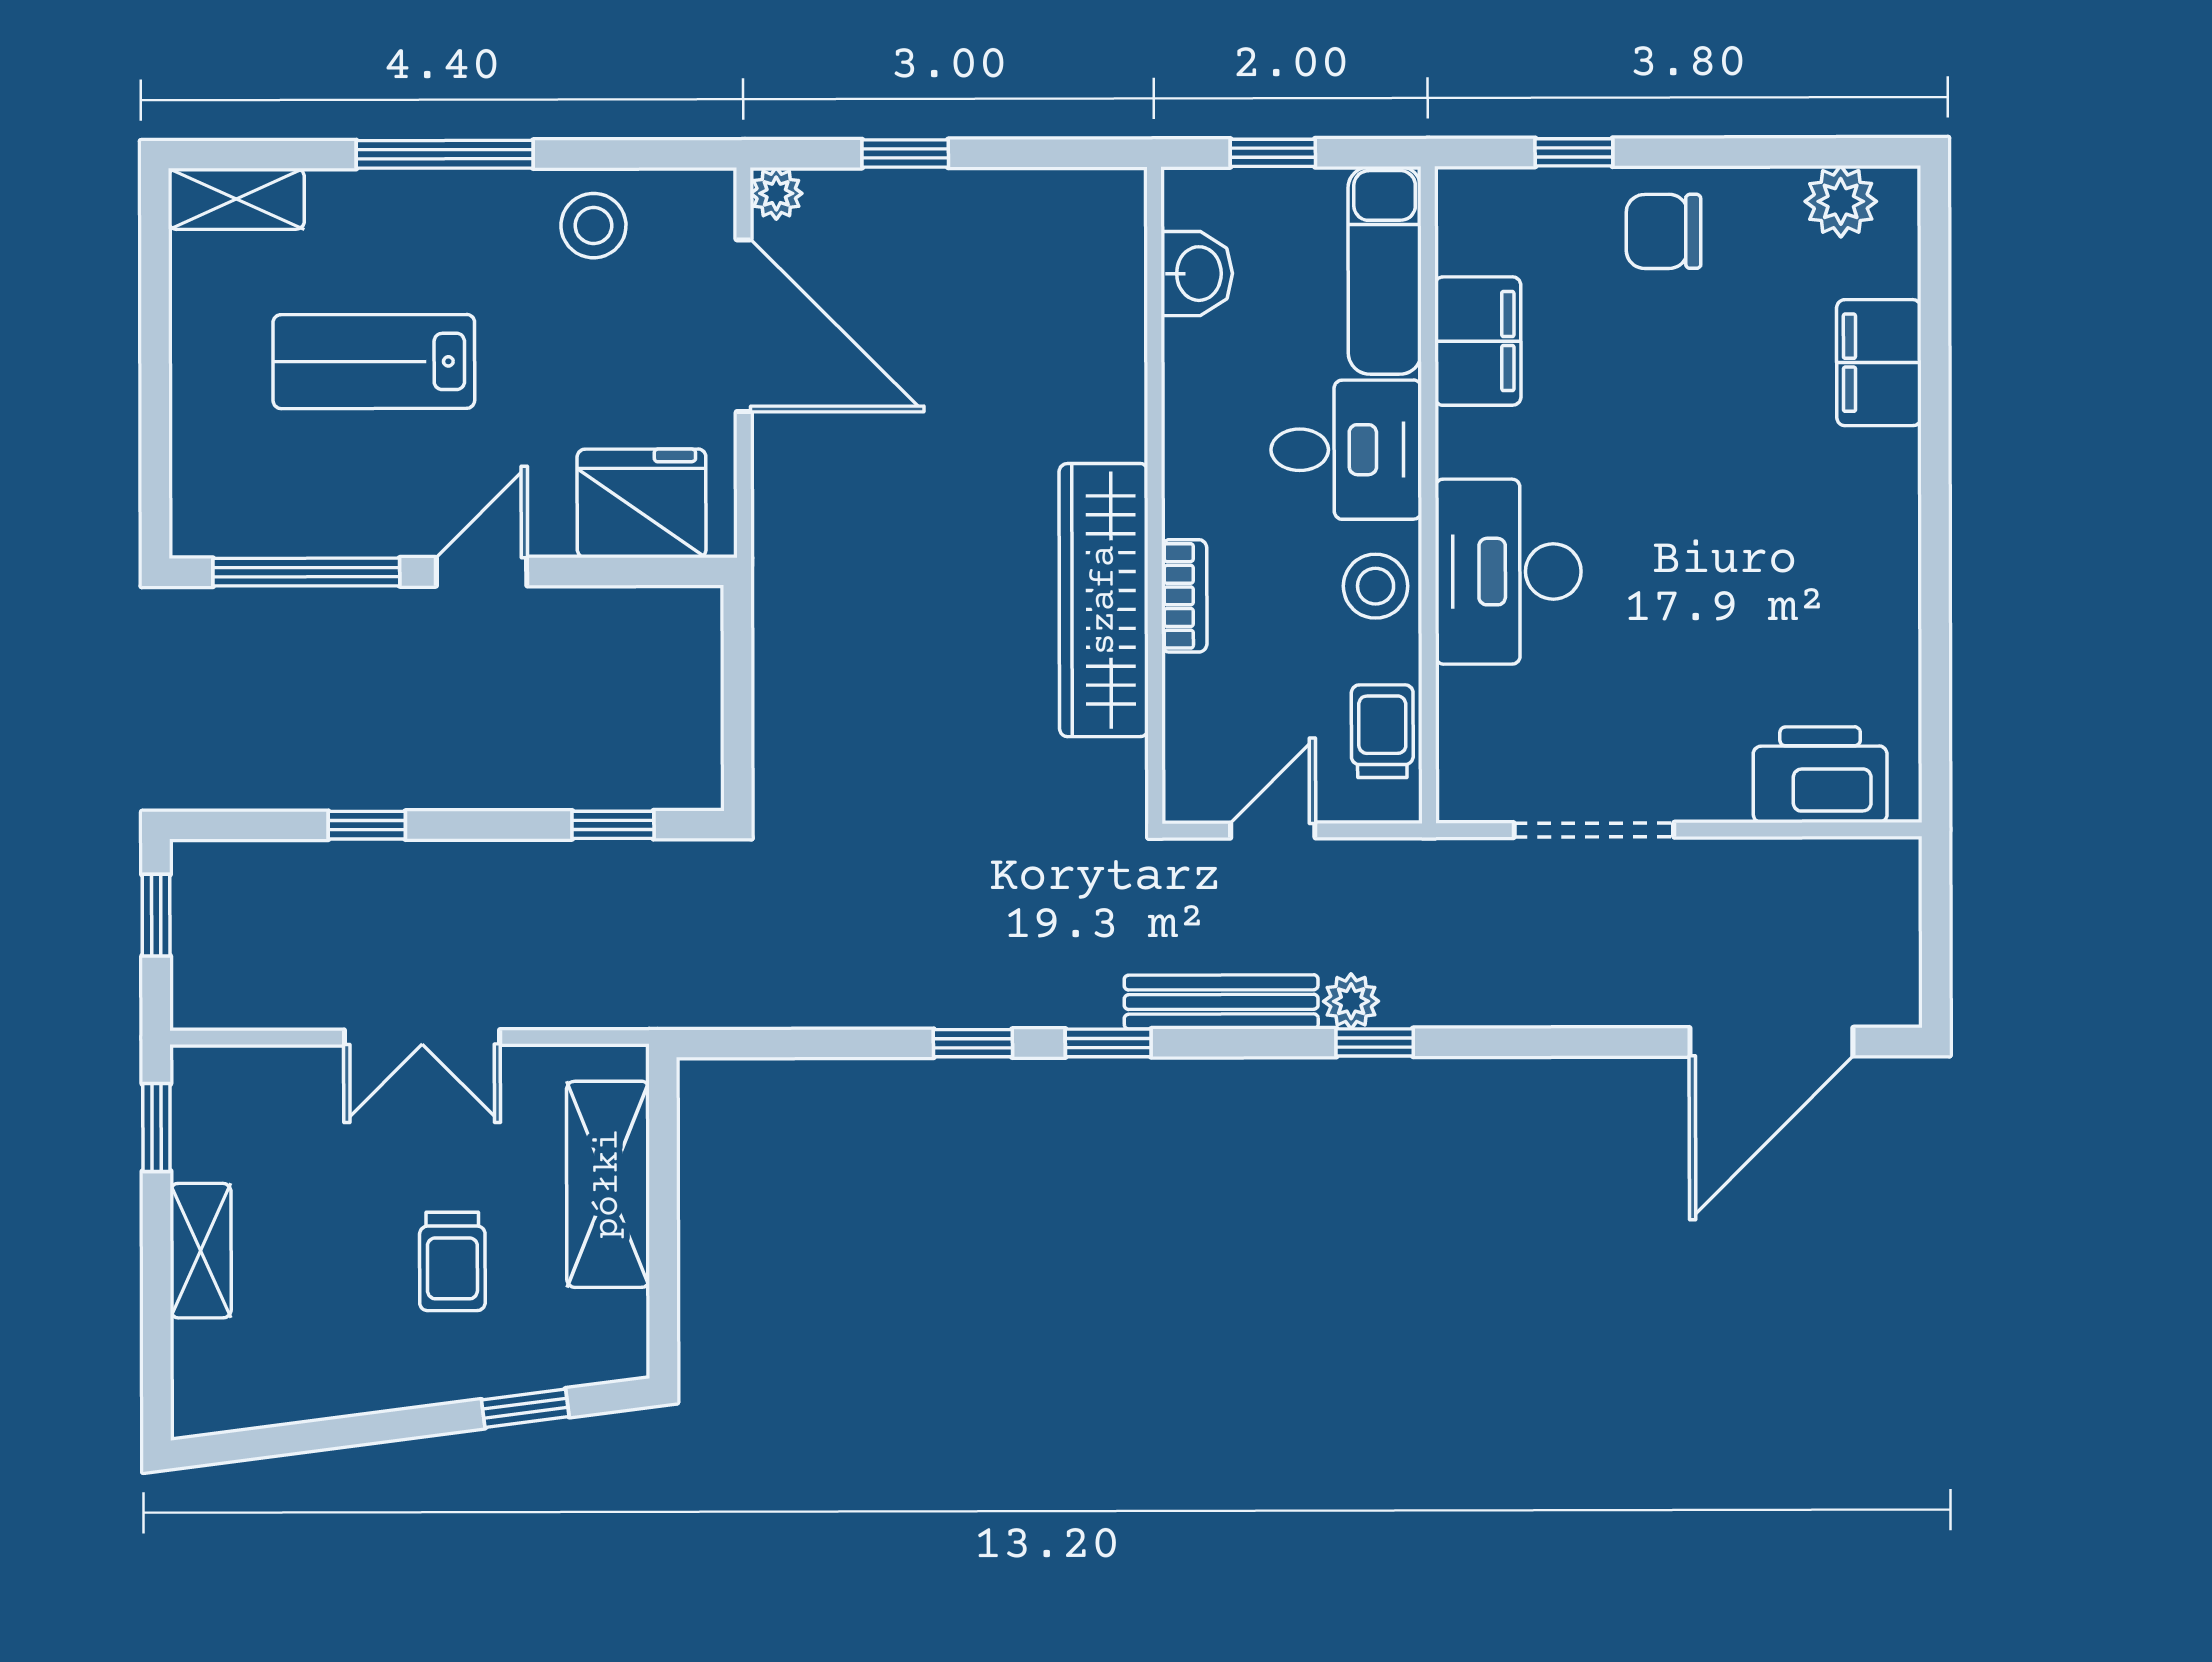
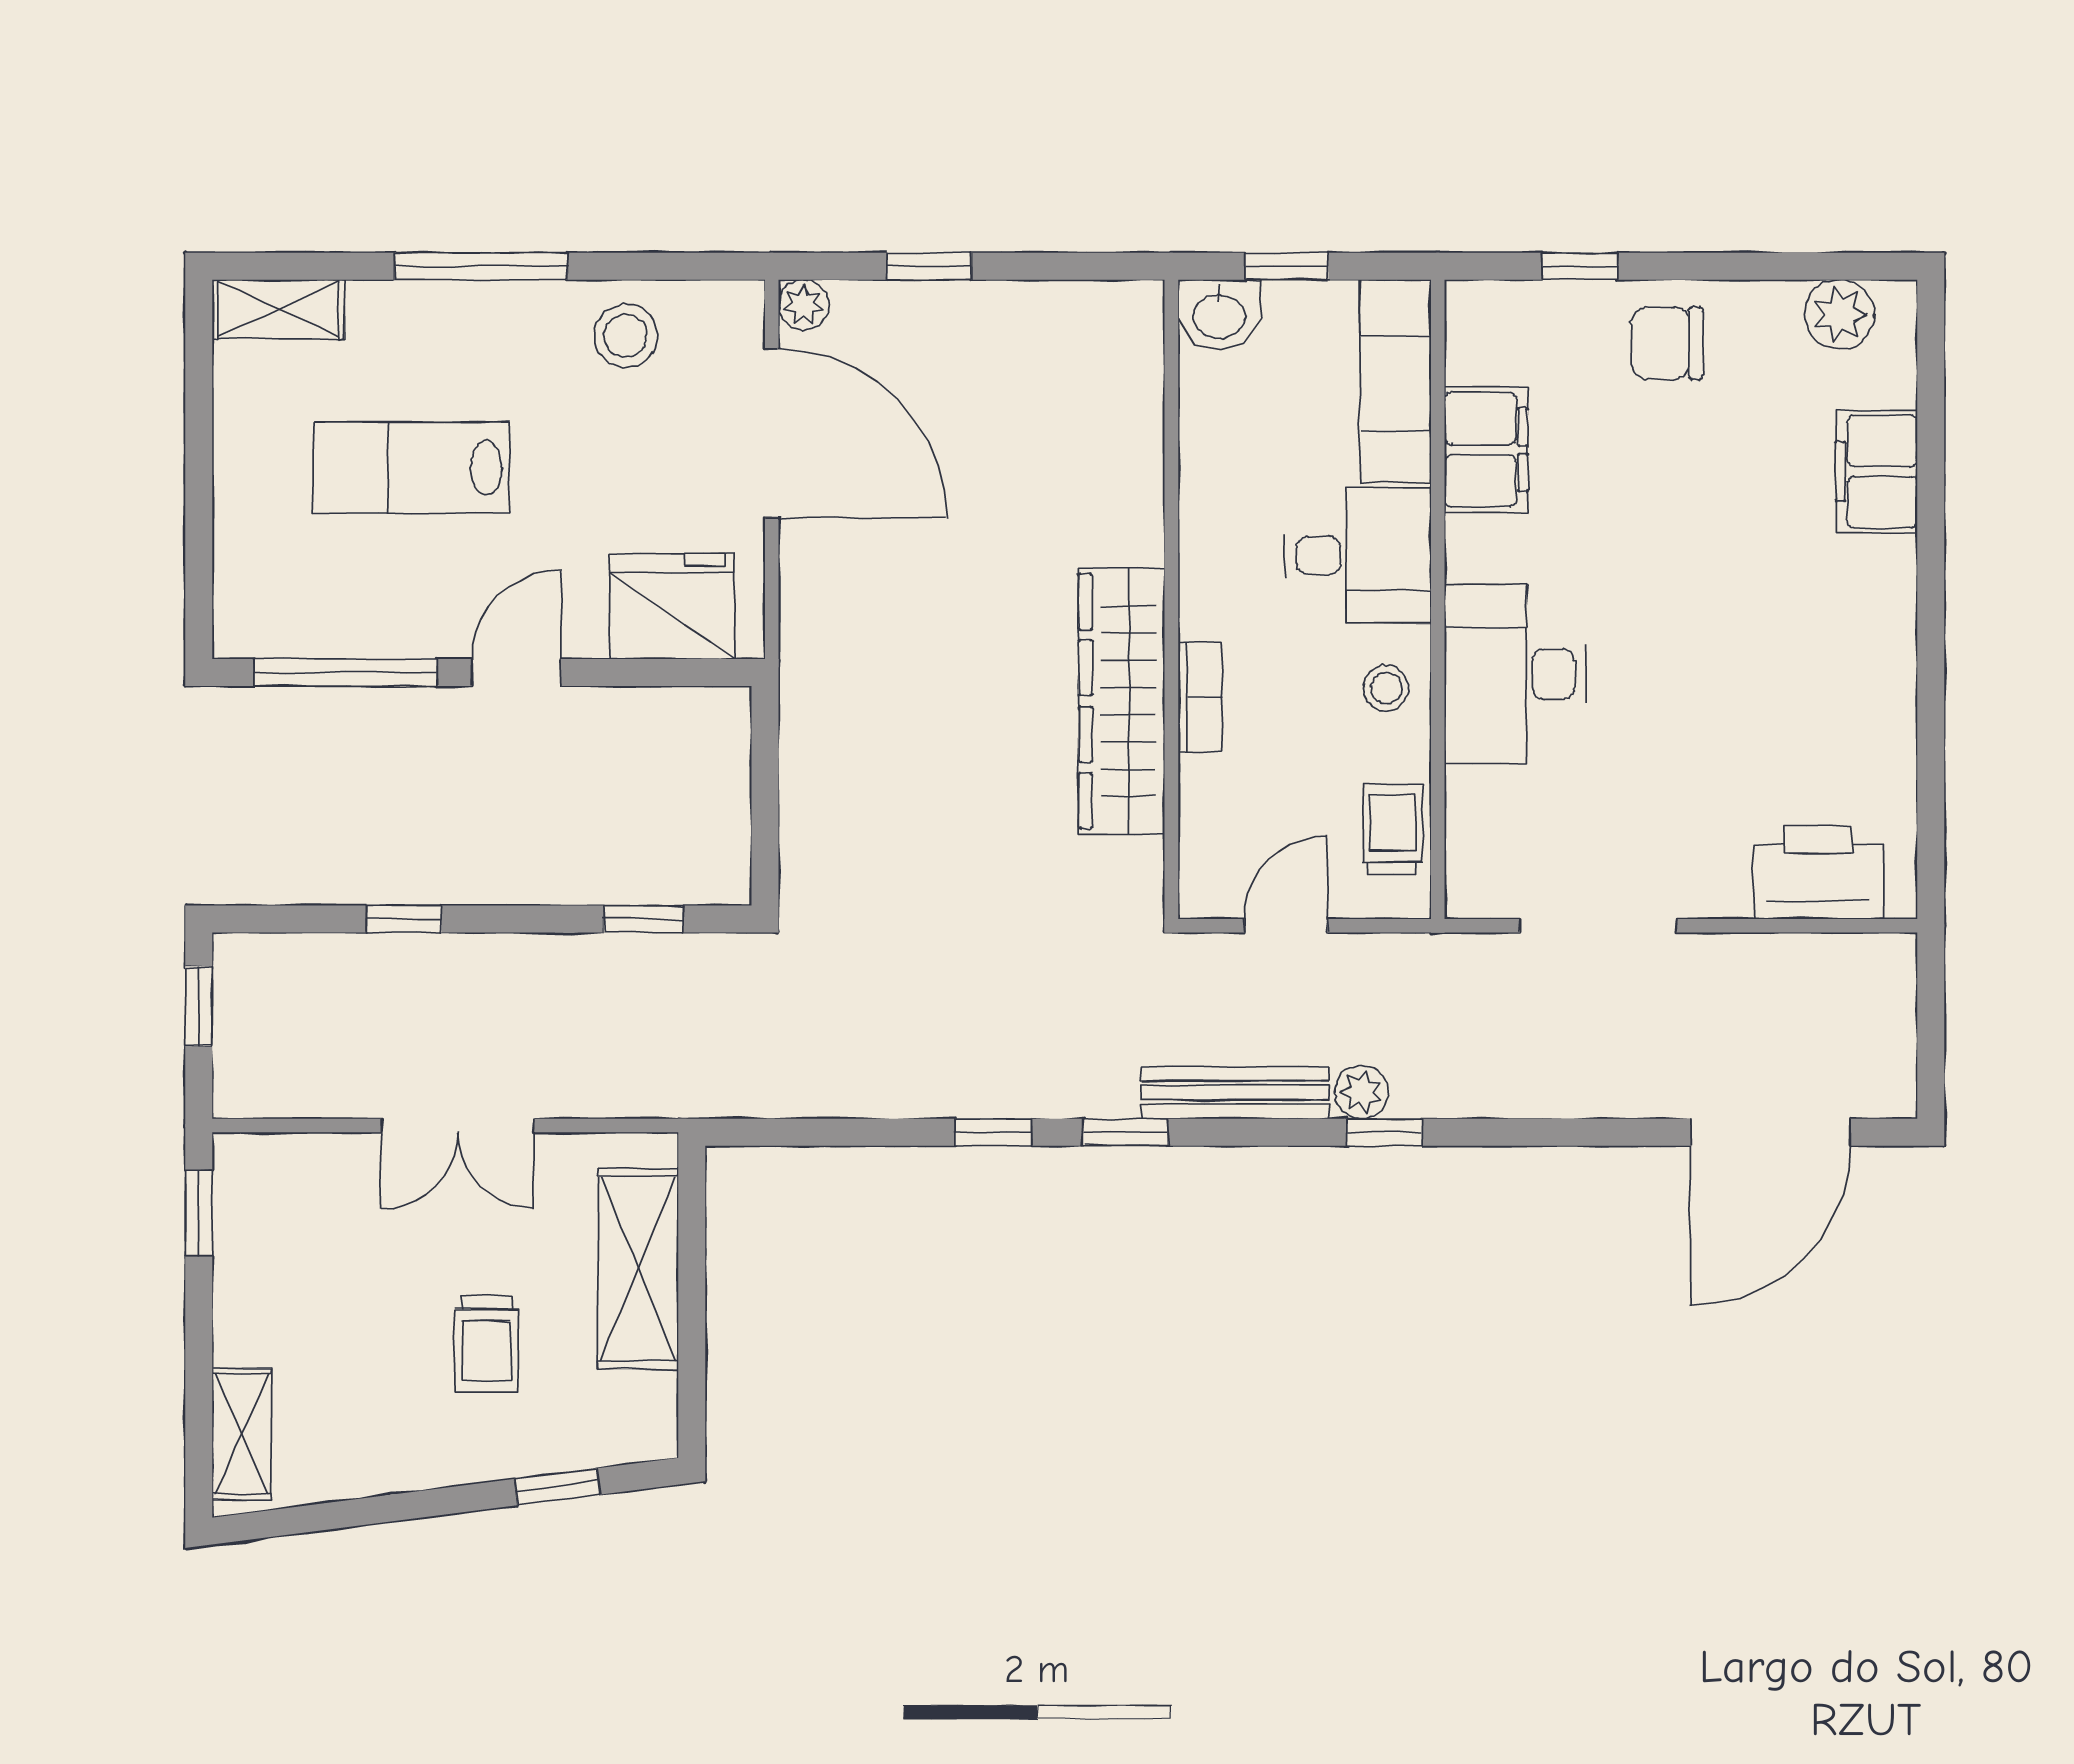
washbasin: (1197, 274) -> (1219, 314), moved, turned 90
stool: (1376, 586) -> (1386, 688), width x0.73, depth x0.73
shelving: (201, 1251) -> (242, 1434), moved

